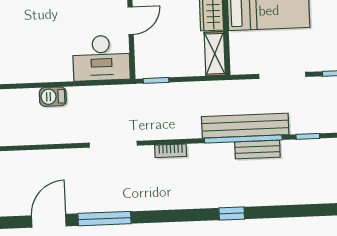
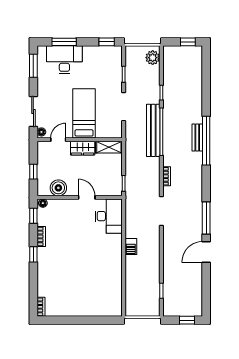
bench: (257, 149) -> (197, 138), moved
window: (232, 213) -> (206, 141), width x3.17
door: (49, 221) -> (206, 252), hinge flipped

